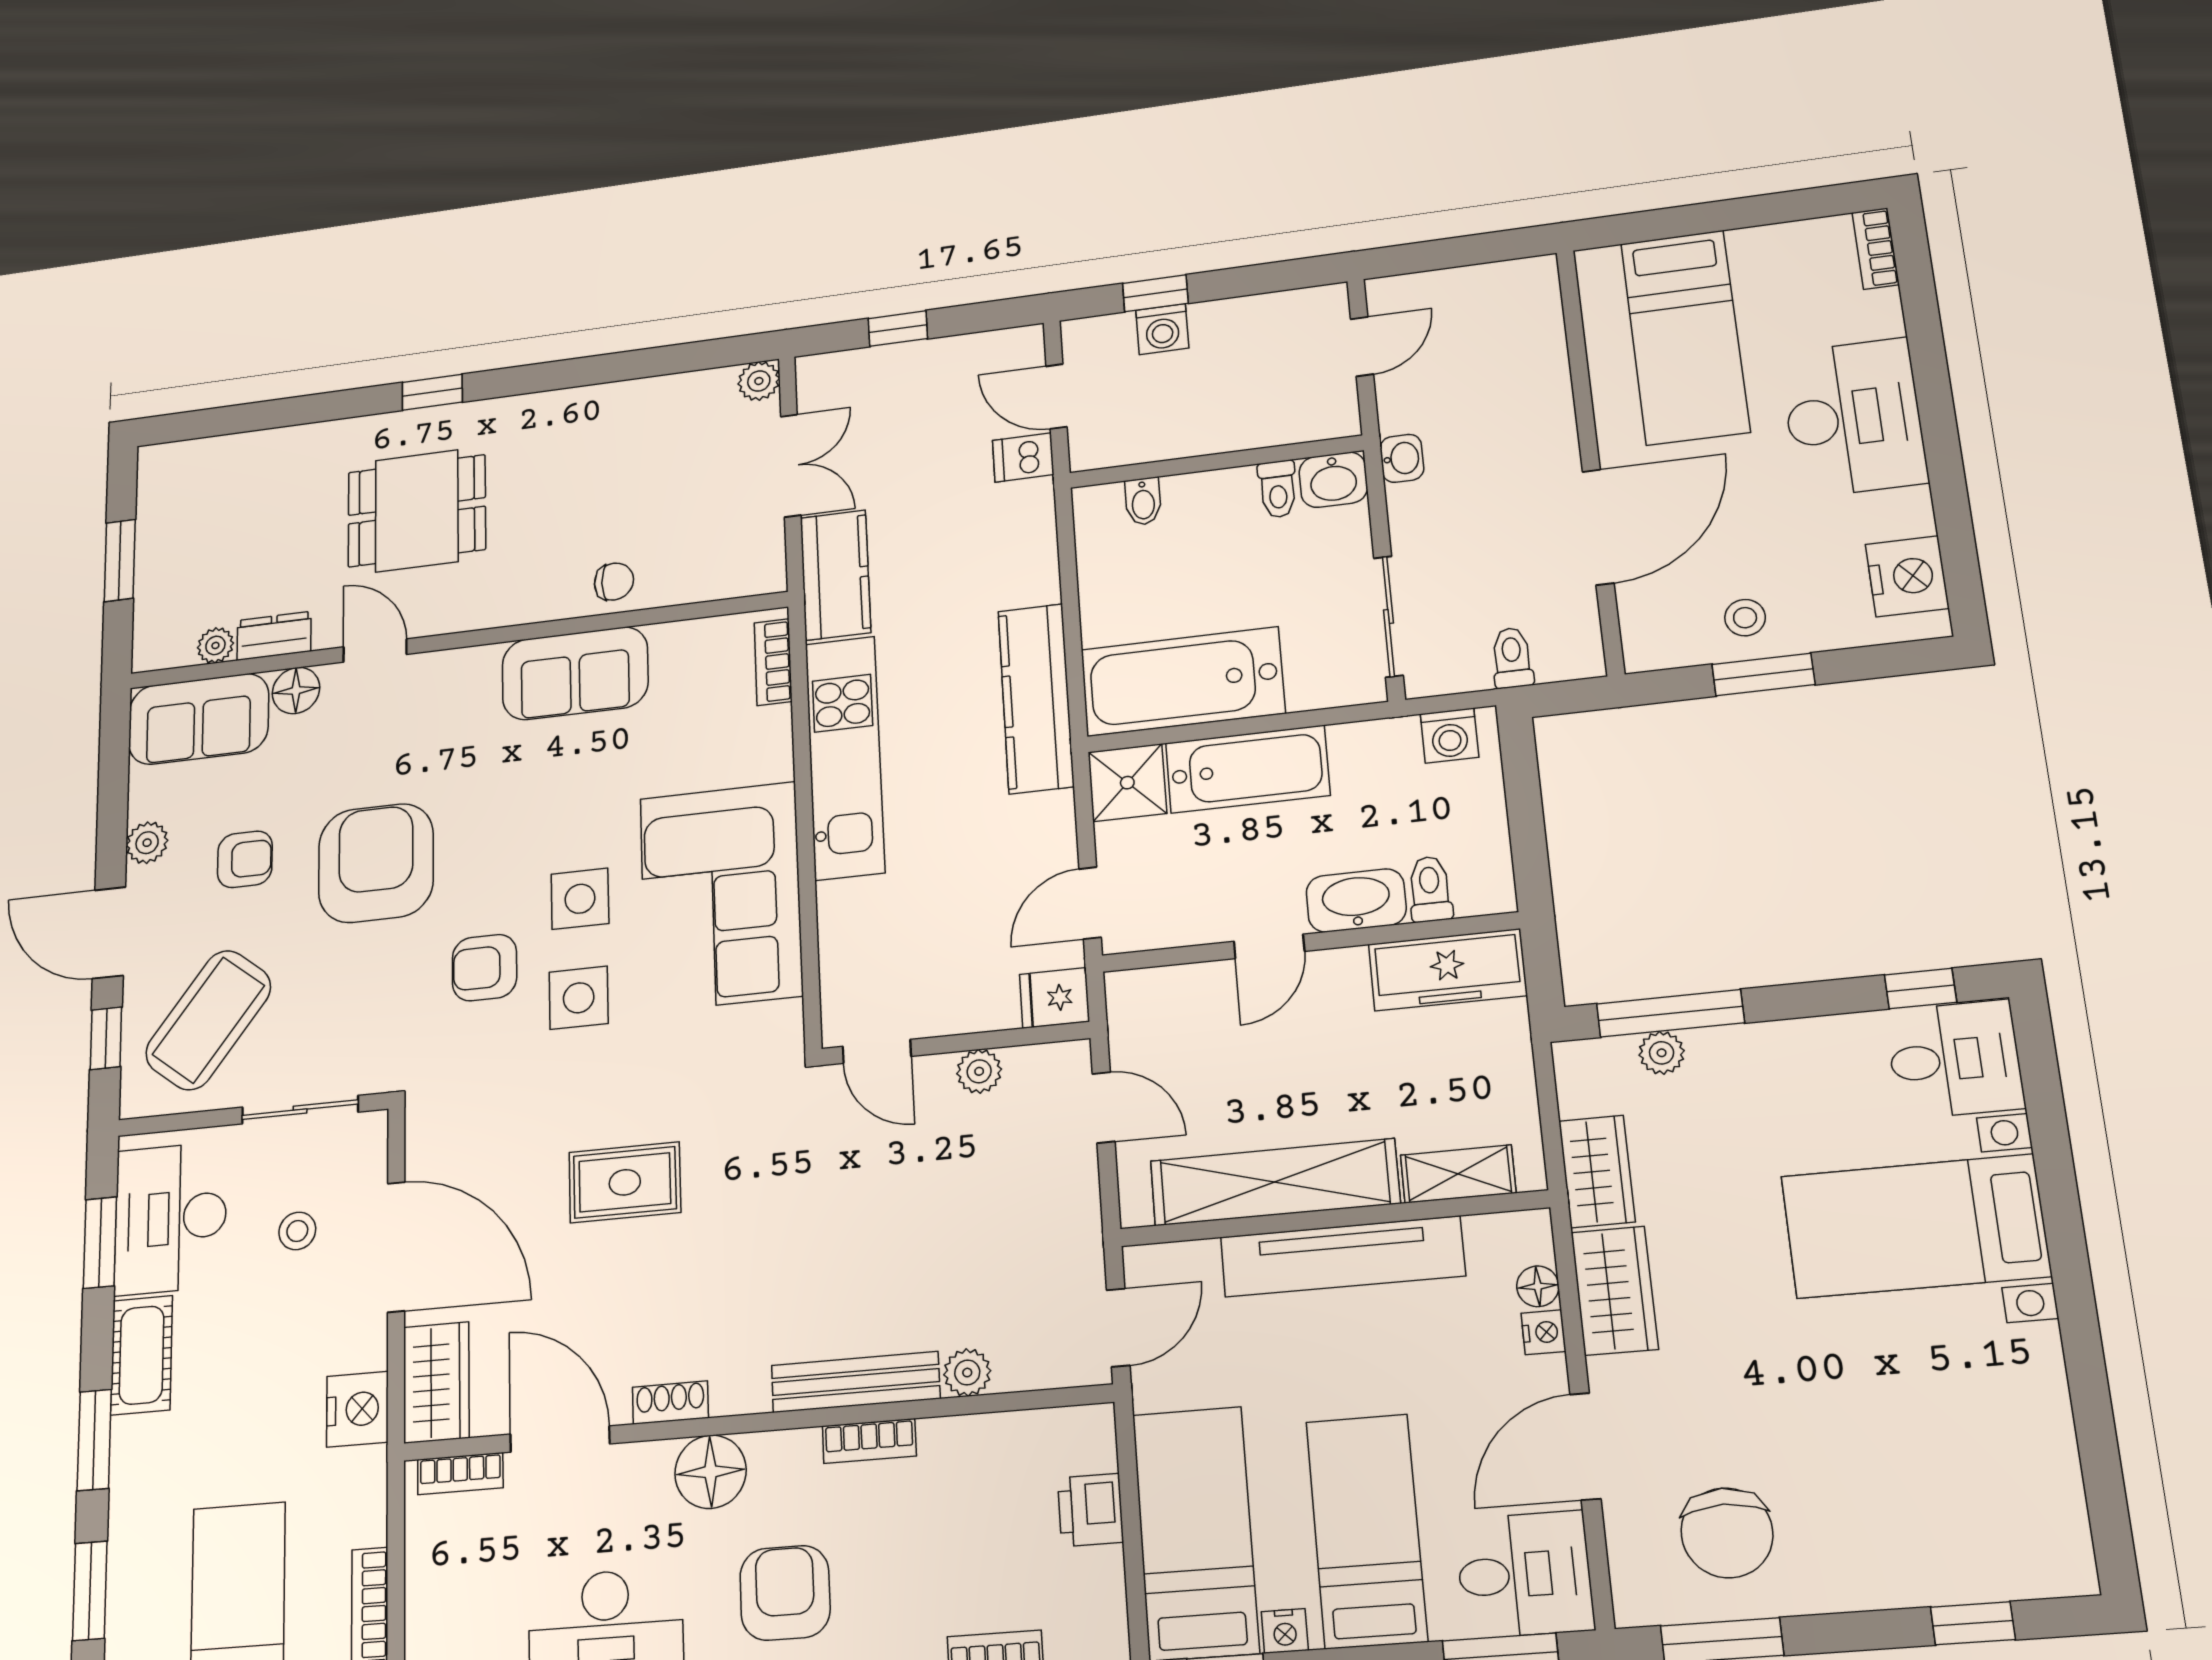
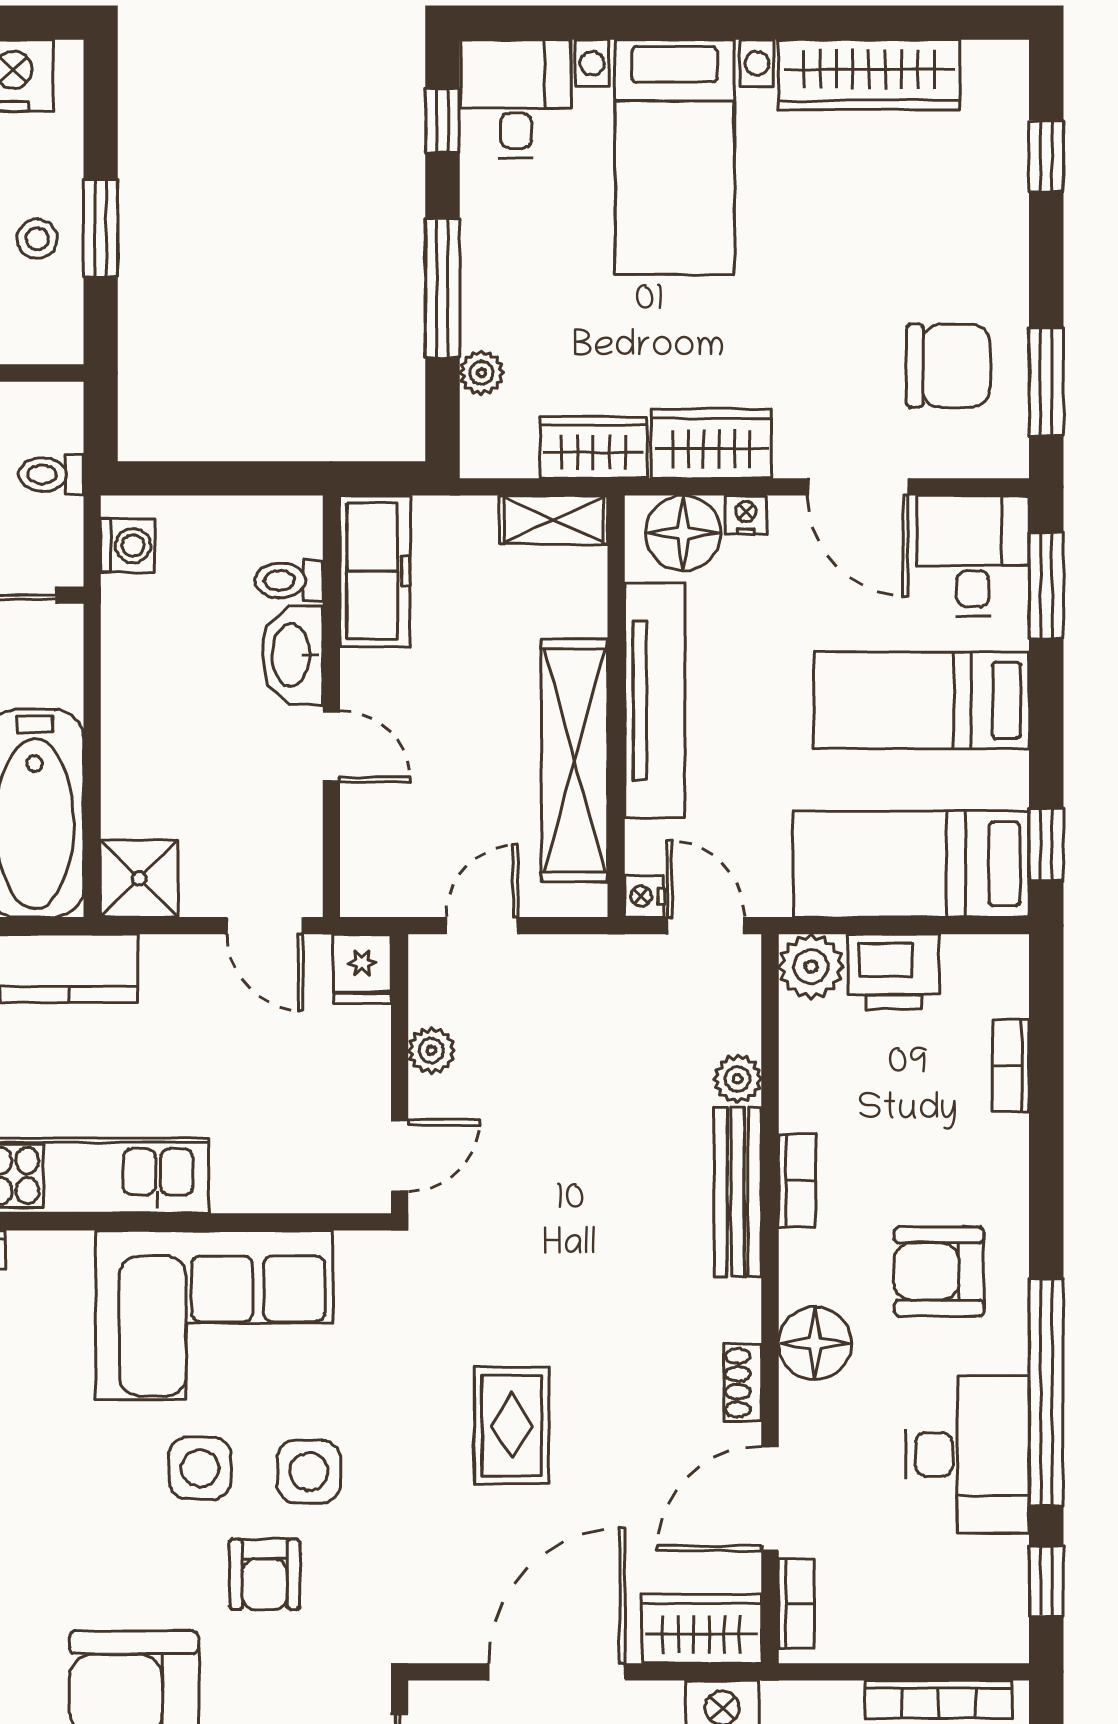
bathtub: (1248, 769) -> (139, 753), removed
window: (1670, 1013) -> (442, 288), moved
shelving: (1458, 1174) -> (554, 520), moved, turned 90
floor lamp: (1538, 1286) -> (683, 533), width x1.89, depth x1.89
wardrobe: (2035, 1423) -> (869, 75), added
plant: (1084, 1438) -> (811, 967), added
printer: (1090, 1510) -> (894, 972), width x1.36, depth x1.24
nightstand: (1285, 1631) -> (644, 896), moved, turned 180

